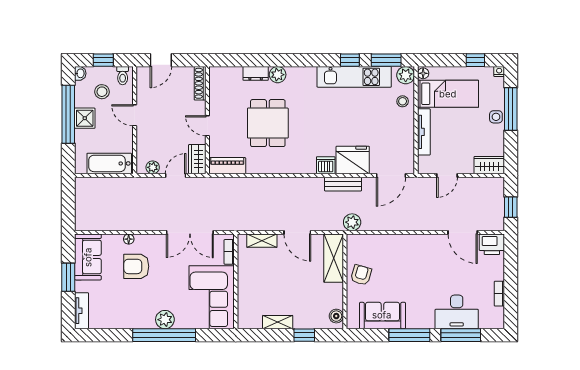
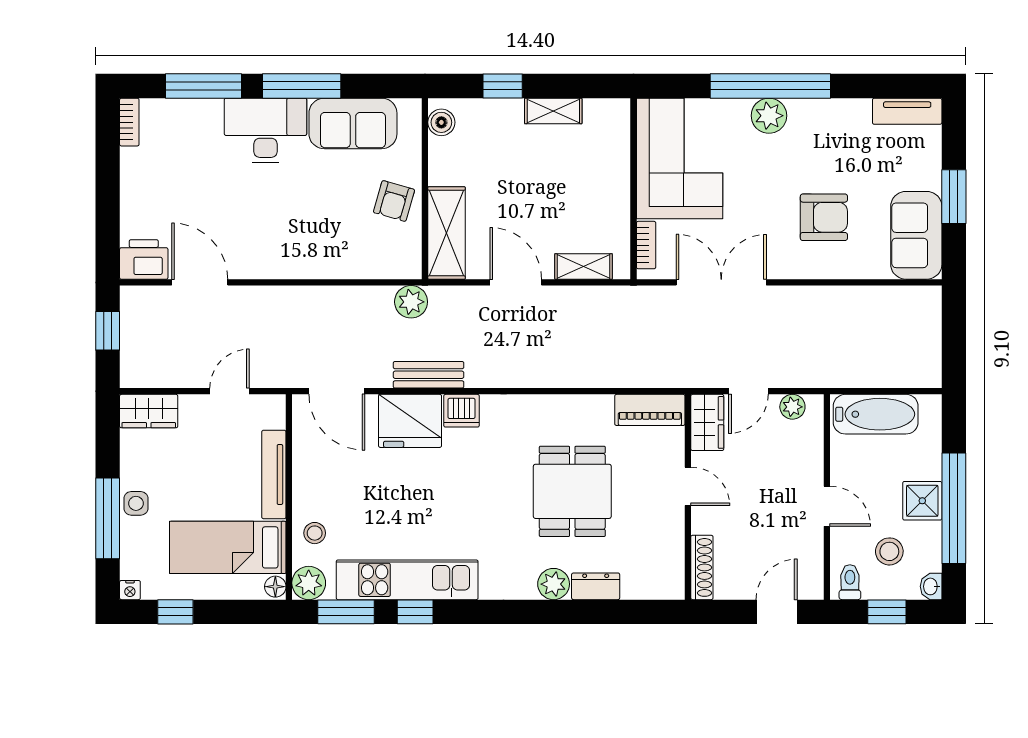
door: (391, 175) -> (337, 391), swing flipped
floor lamp: (129, 239) -> (838, 270), removed
bookcase: (499, 294) -> (129, 122), moved
tv unit: (81, 311) -> (907, 111), moved, turned -90
desk: (457, 312) -> (266, 130), moved

